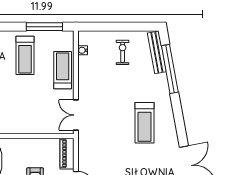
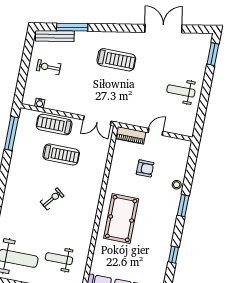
treadmill: (25, 55) -> (61, 155), moved
window: (170, 69) -> (72, 27), width x0.68

